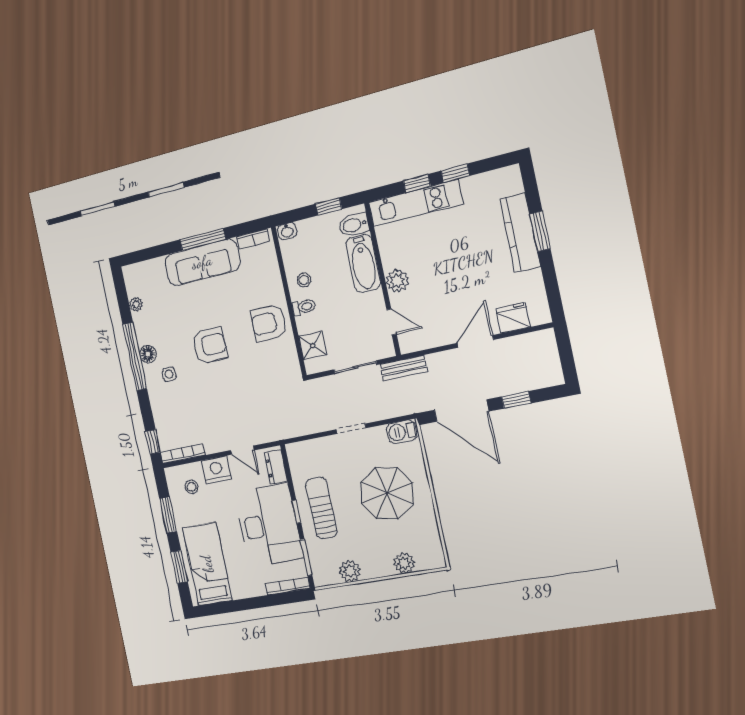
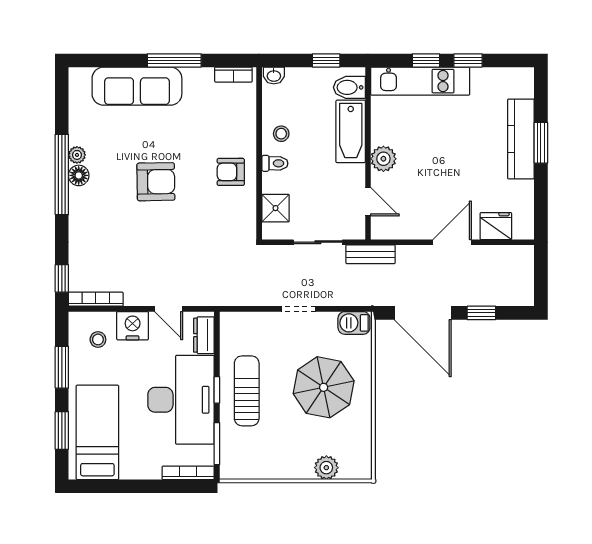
sofa: (202, 262) -> (137, 86), moved
plant: (136, 304) -> (77, 155), moved
armchair: (269, 323) -> (231, 172), width x0.72, depth x0.72
side table: (169, 374) -> (100, 204), removed
plant: (350, 571) -> (264, 467), removed

